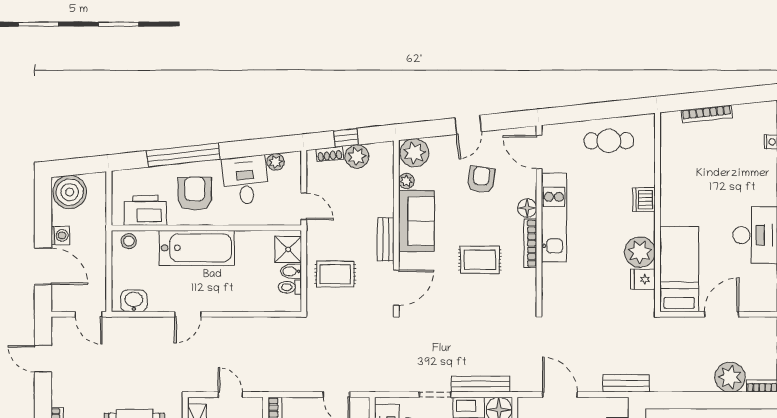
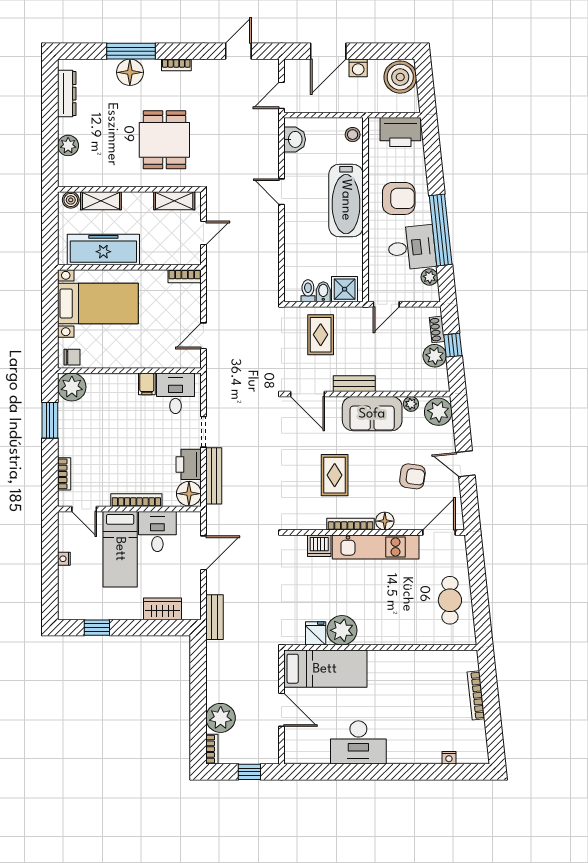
window: (183, 155) -> (441, 230), moved
dishwasher: (644, 200) -> (319, 546), moved, turned 180
printer: (145, 210) -> (400, 132), moved, turned 90

